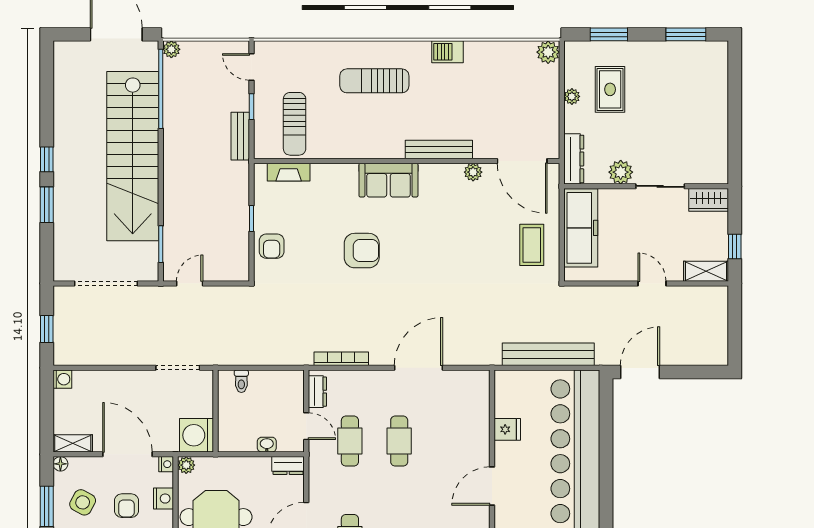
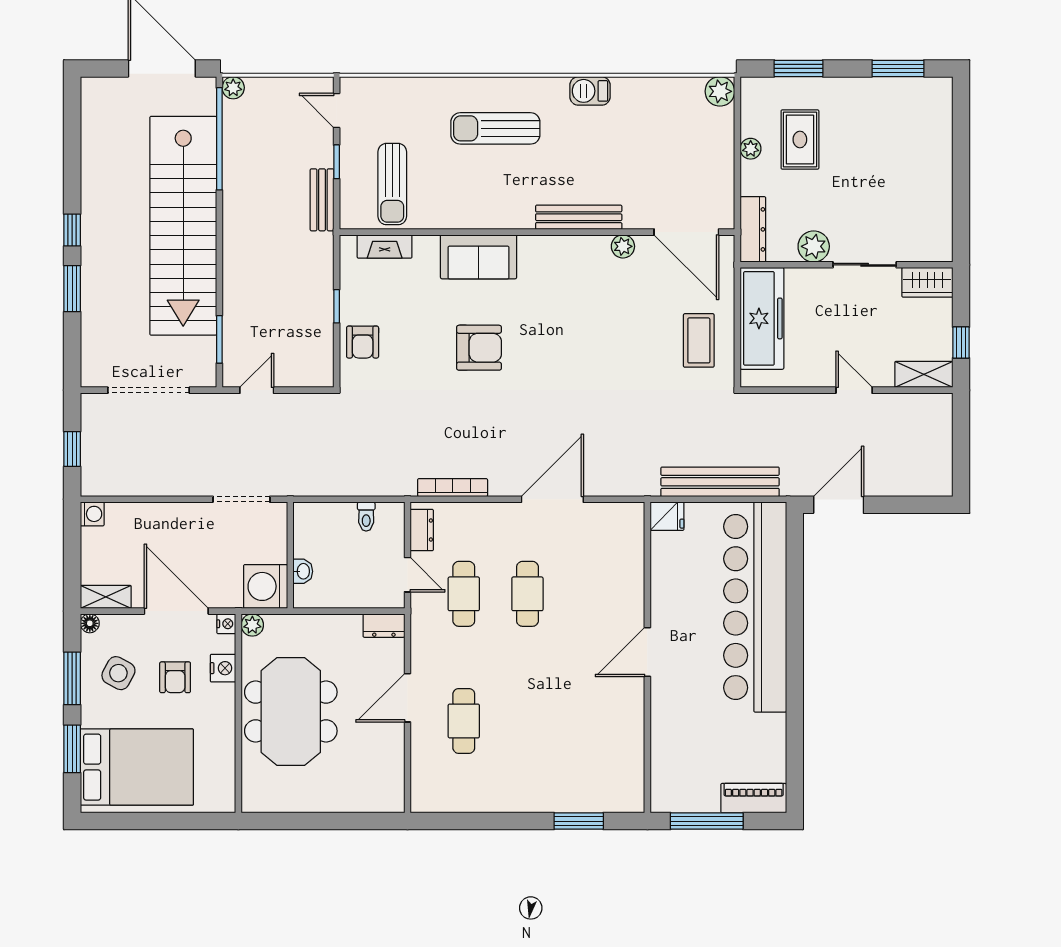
sofa: (388, 180) -> (479, 257), moved
toilet: (241, 381) -> (366, 517), moved
fridge: (507, 429) -> (667, 516), moved
washbasin: (267, 445) -> (303, 571), moved, turned 90

